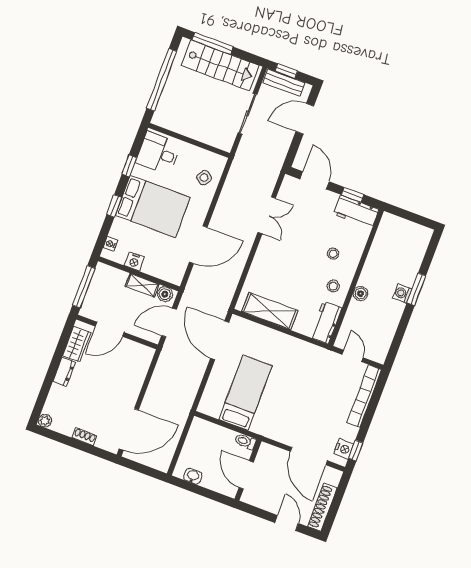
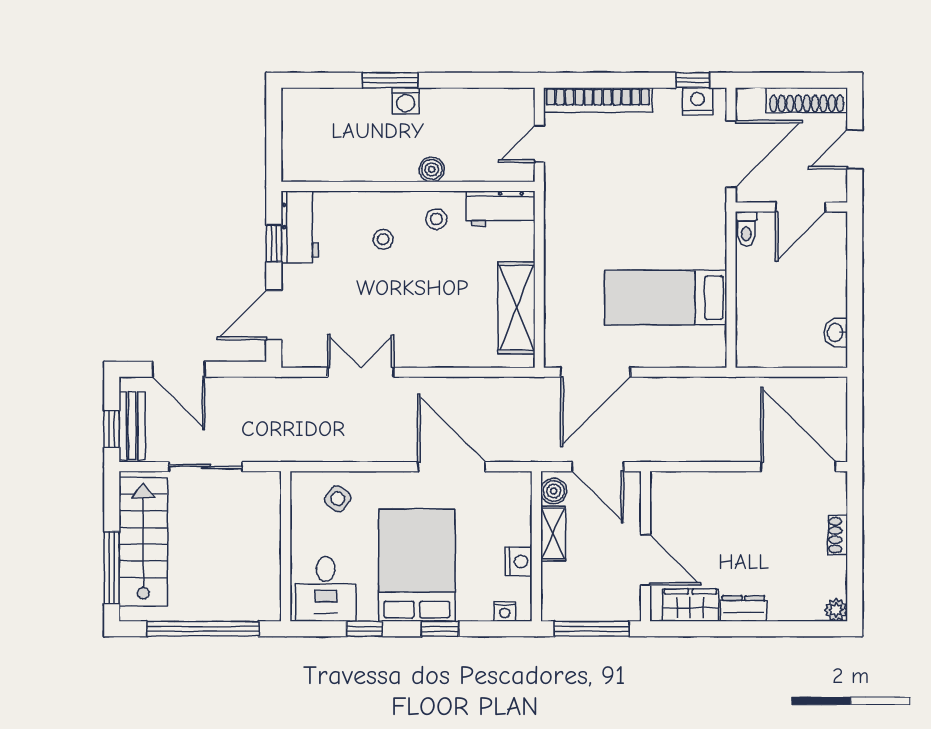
toilet: (245, 441) -> (746, 229), moved
wall: (248, 470) -> (791, 207), moved
door: (246, 475) -> (801, 207), moved

